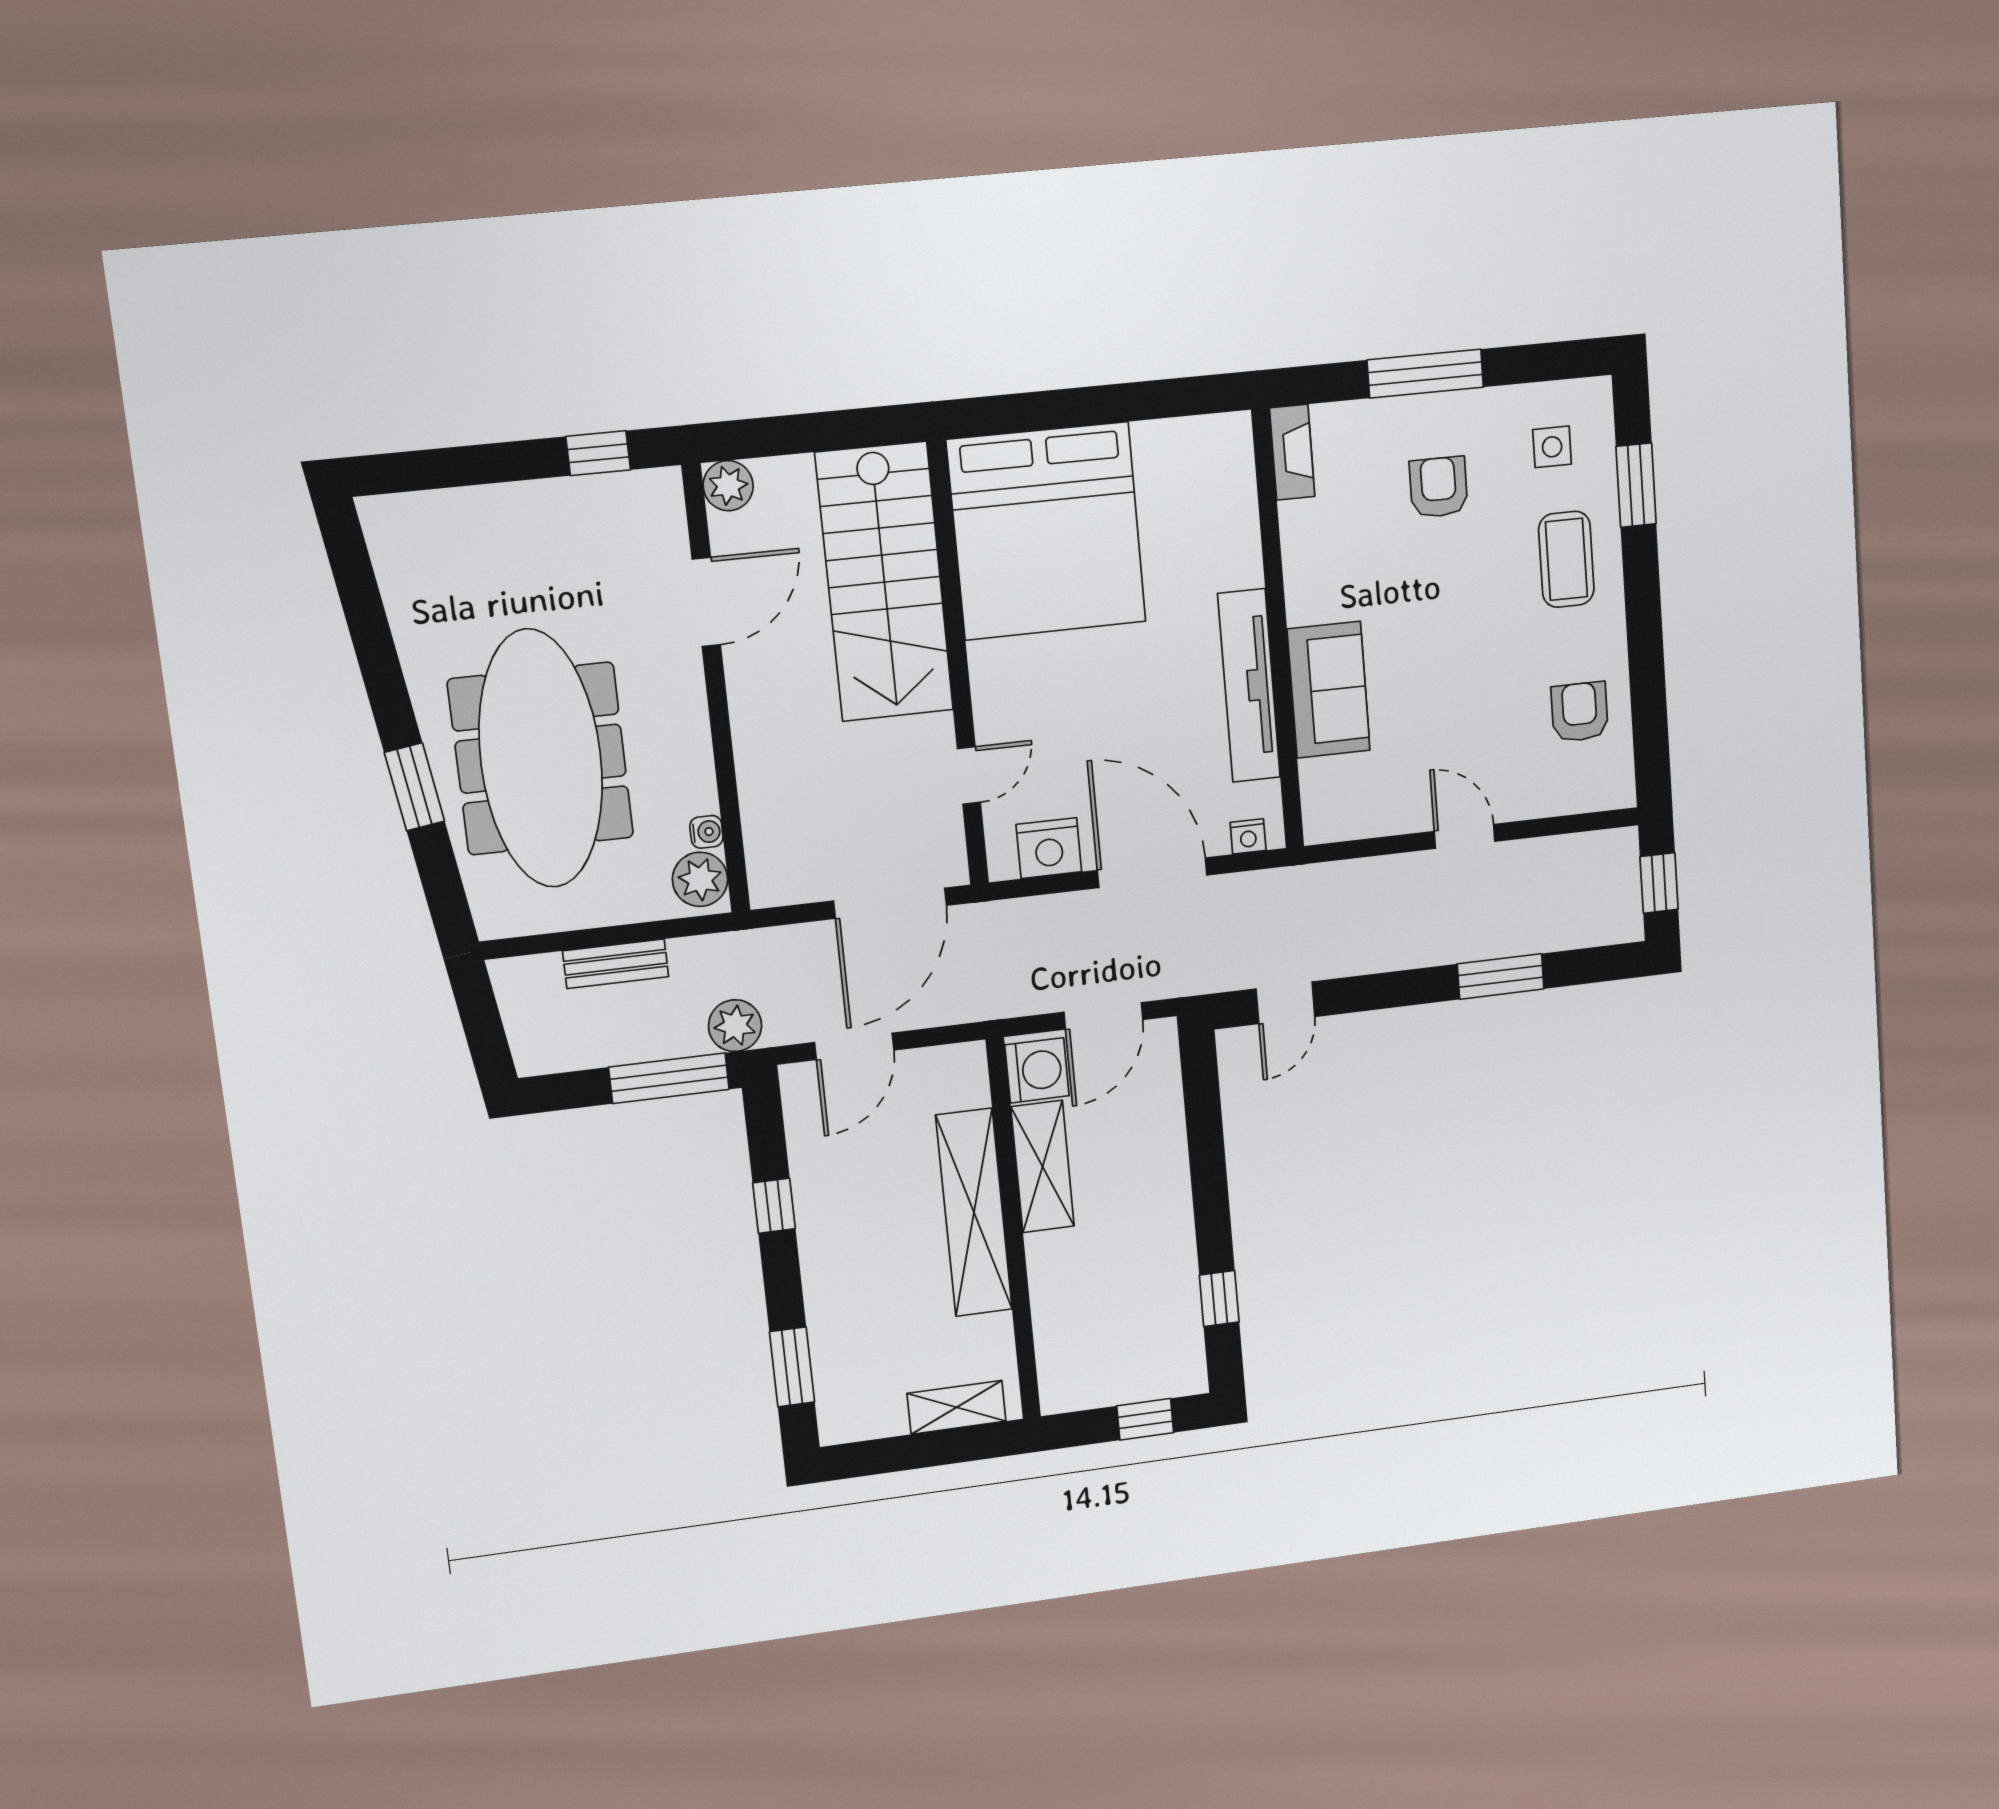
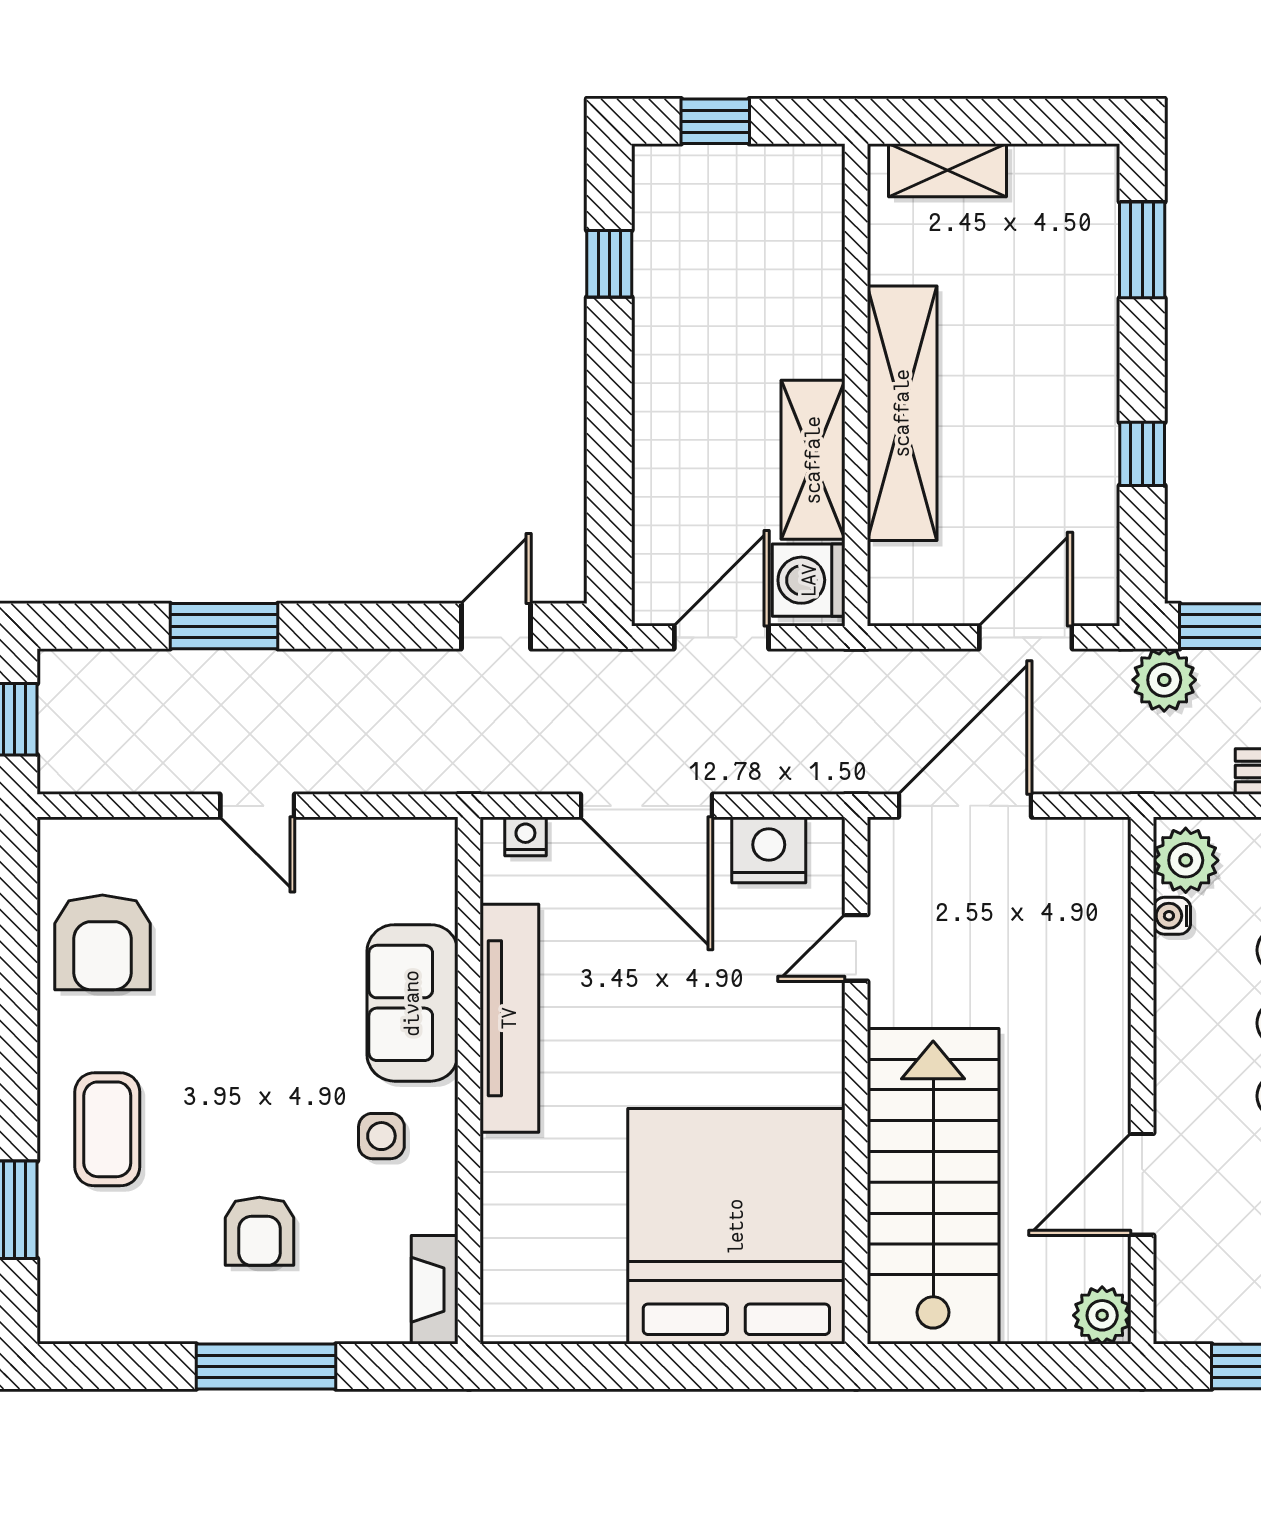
side table: (1552, 447) -> (381, 1136), moved
armchair: (1580, 712) -> (102, 942), width x1.38, depth x1.38

